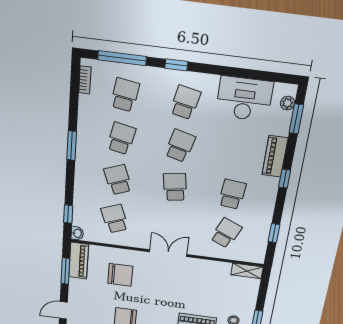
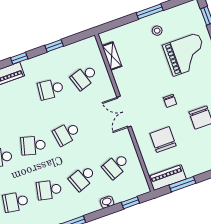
washbasin: (77, 233) -> (107, 202), moved
school desk: (226, 233) -> (84, 77), turned -42
window: (274, 233) -> (54, 46), moved
shelving: (247, 271) -> (112, 56), moved
chair: (157, 299) -> (170, 101), added

